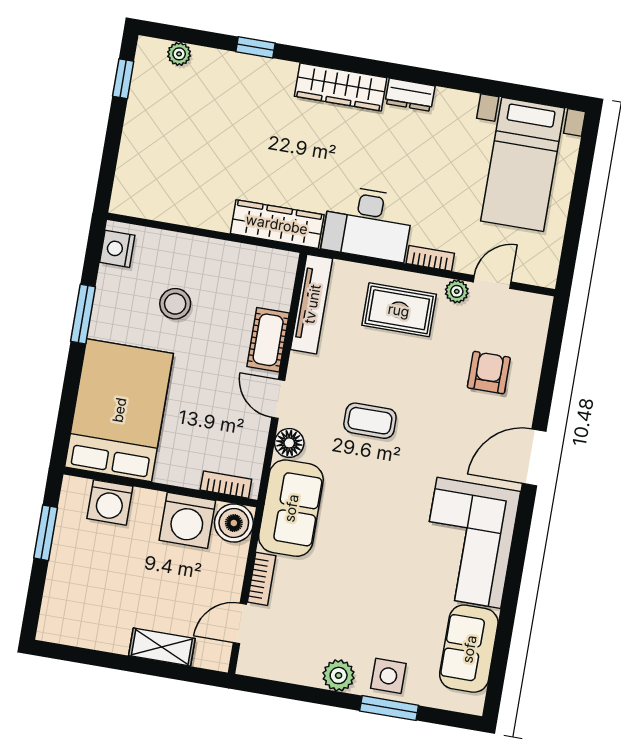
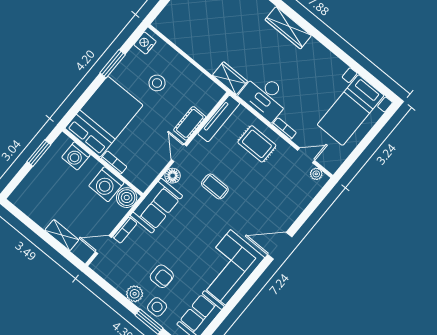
dresser: (410, 95) -> (318, 49), removed
wardrobe: (277, 224) -> (230, 78), width x0.67
plant: (457, 291) -> (316, 174), moved
armchair: (489, 373) -> (162, 276), moved, turned 90
bookcase: (226, 485) -> (114, 163), moved

